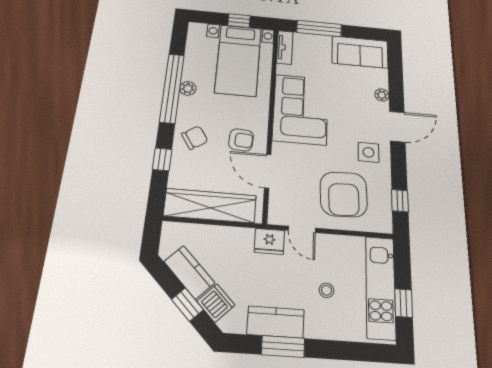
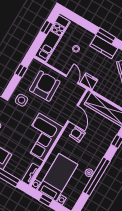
chair: (195, 138) -> (98, 145), removed

